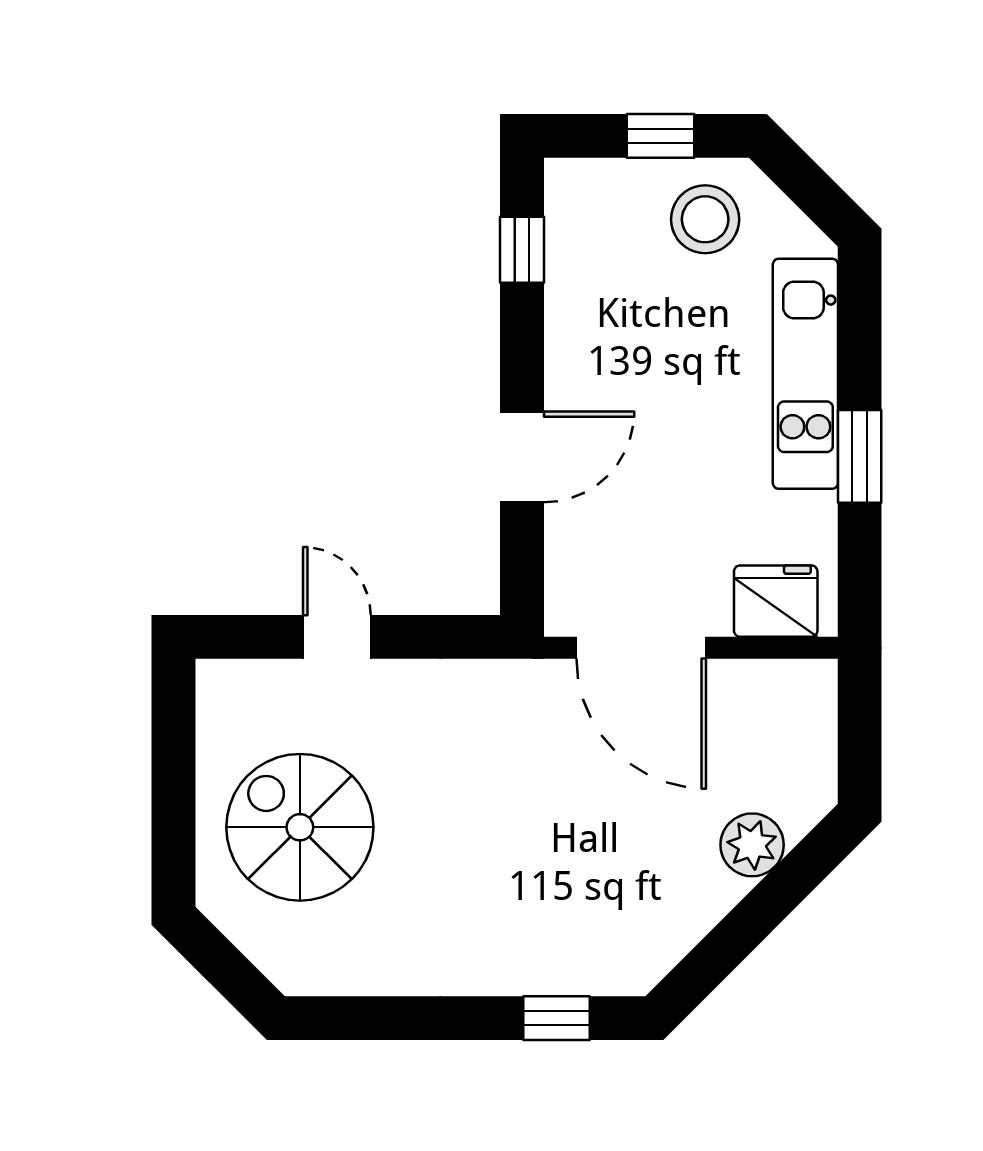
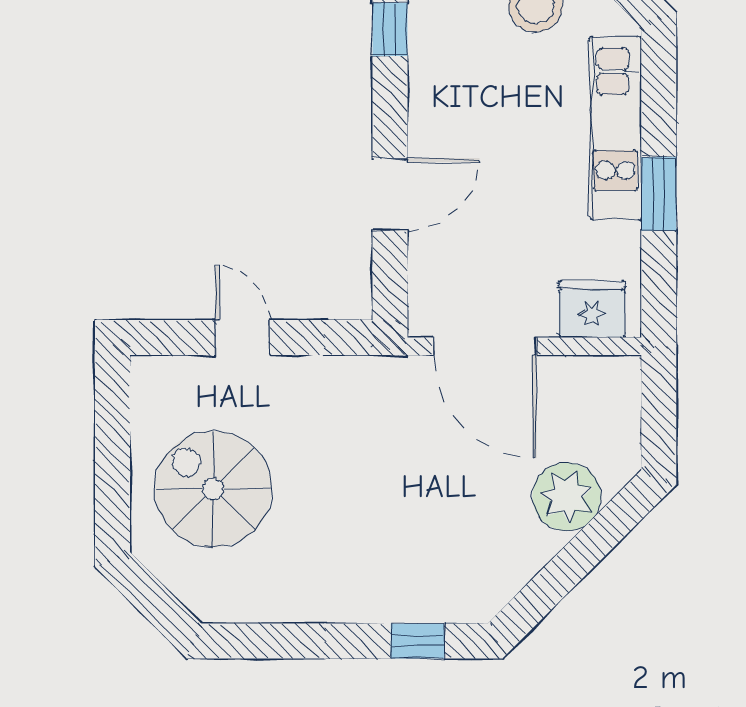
plant: (752, 845) -> (567, 497), width x1.36, depth x1.36

